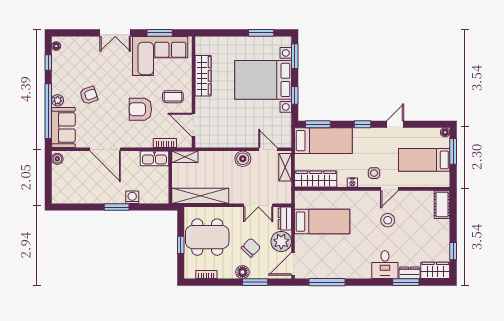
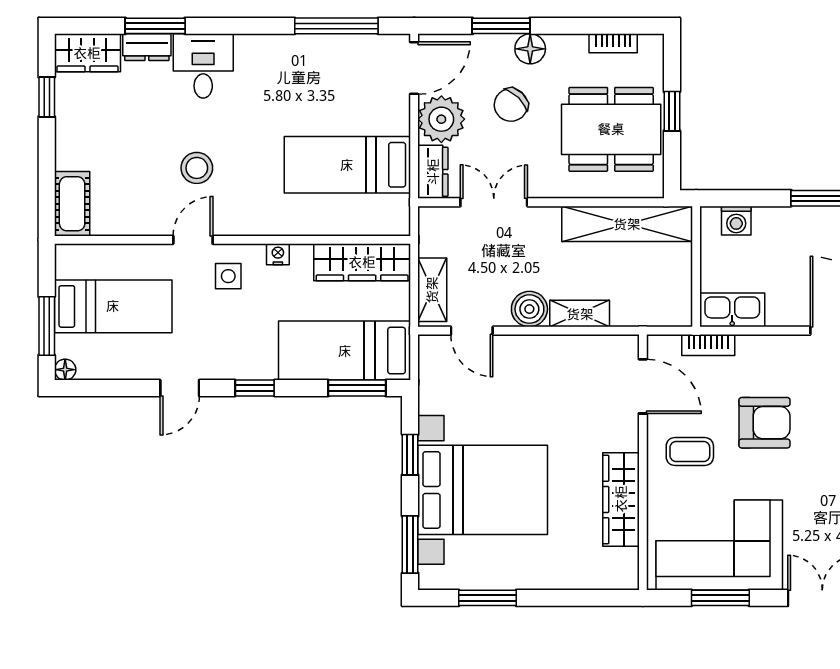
shelving: (185, 157) -> (580, 314), moved
washing machine: (132, 197) -> (736, 221), moved

